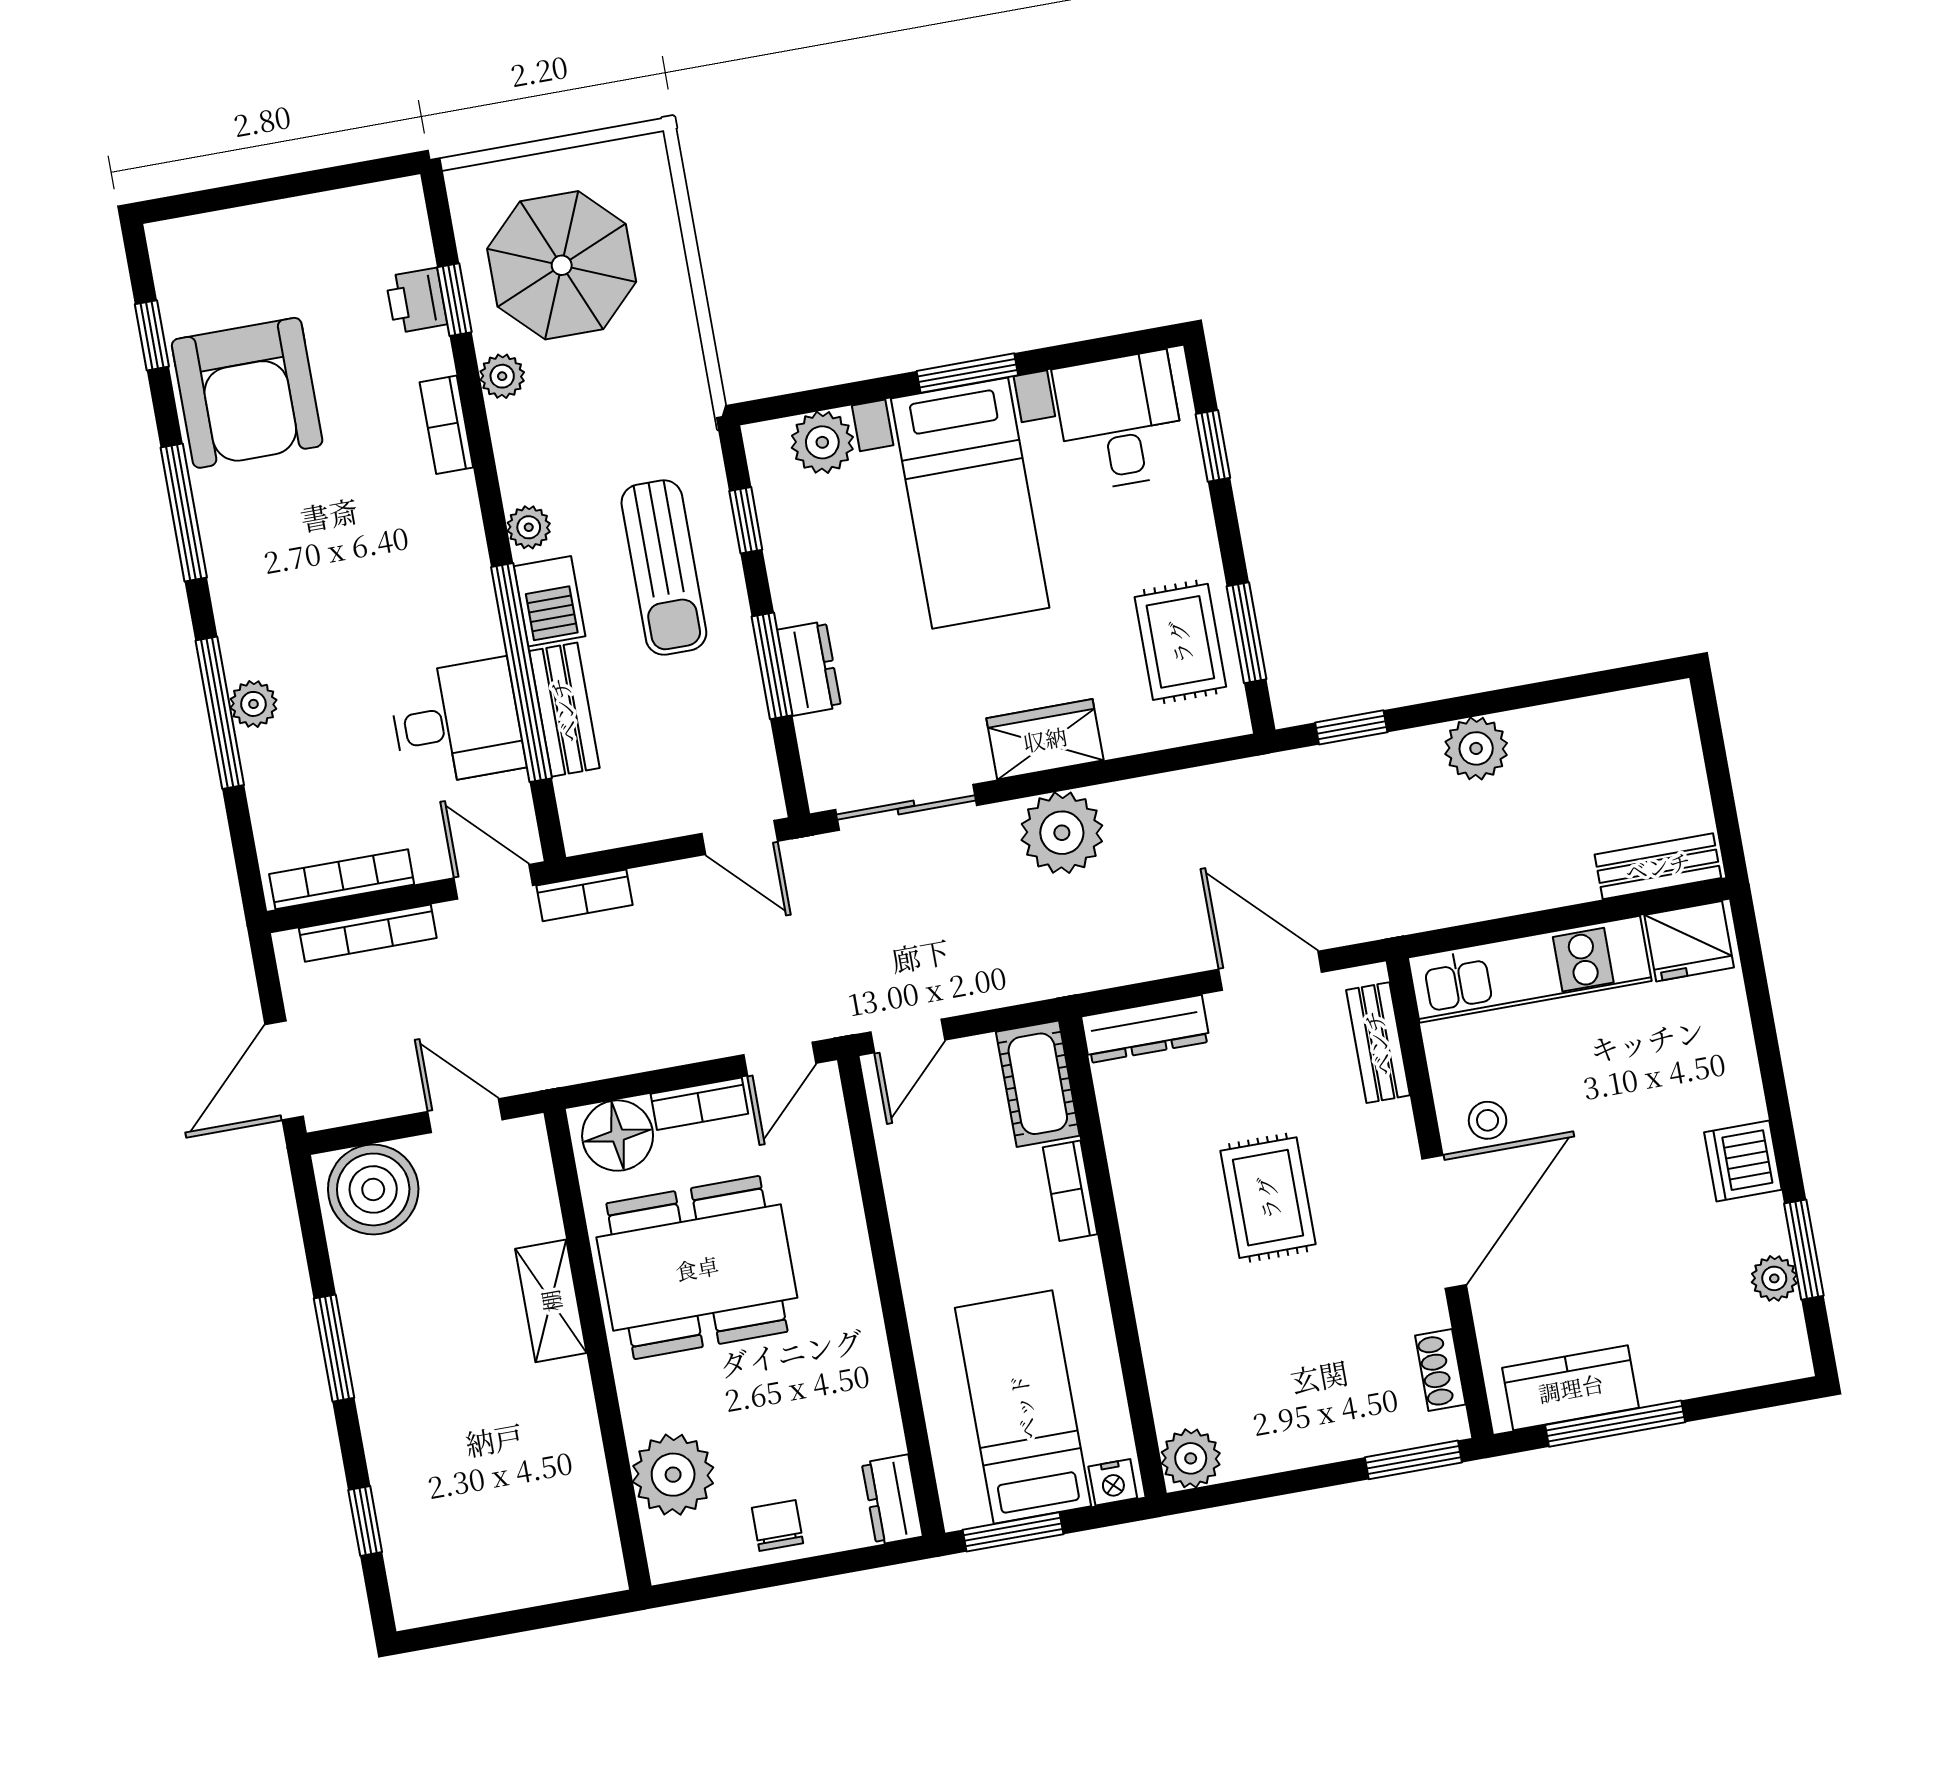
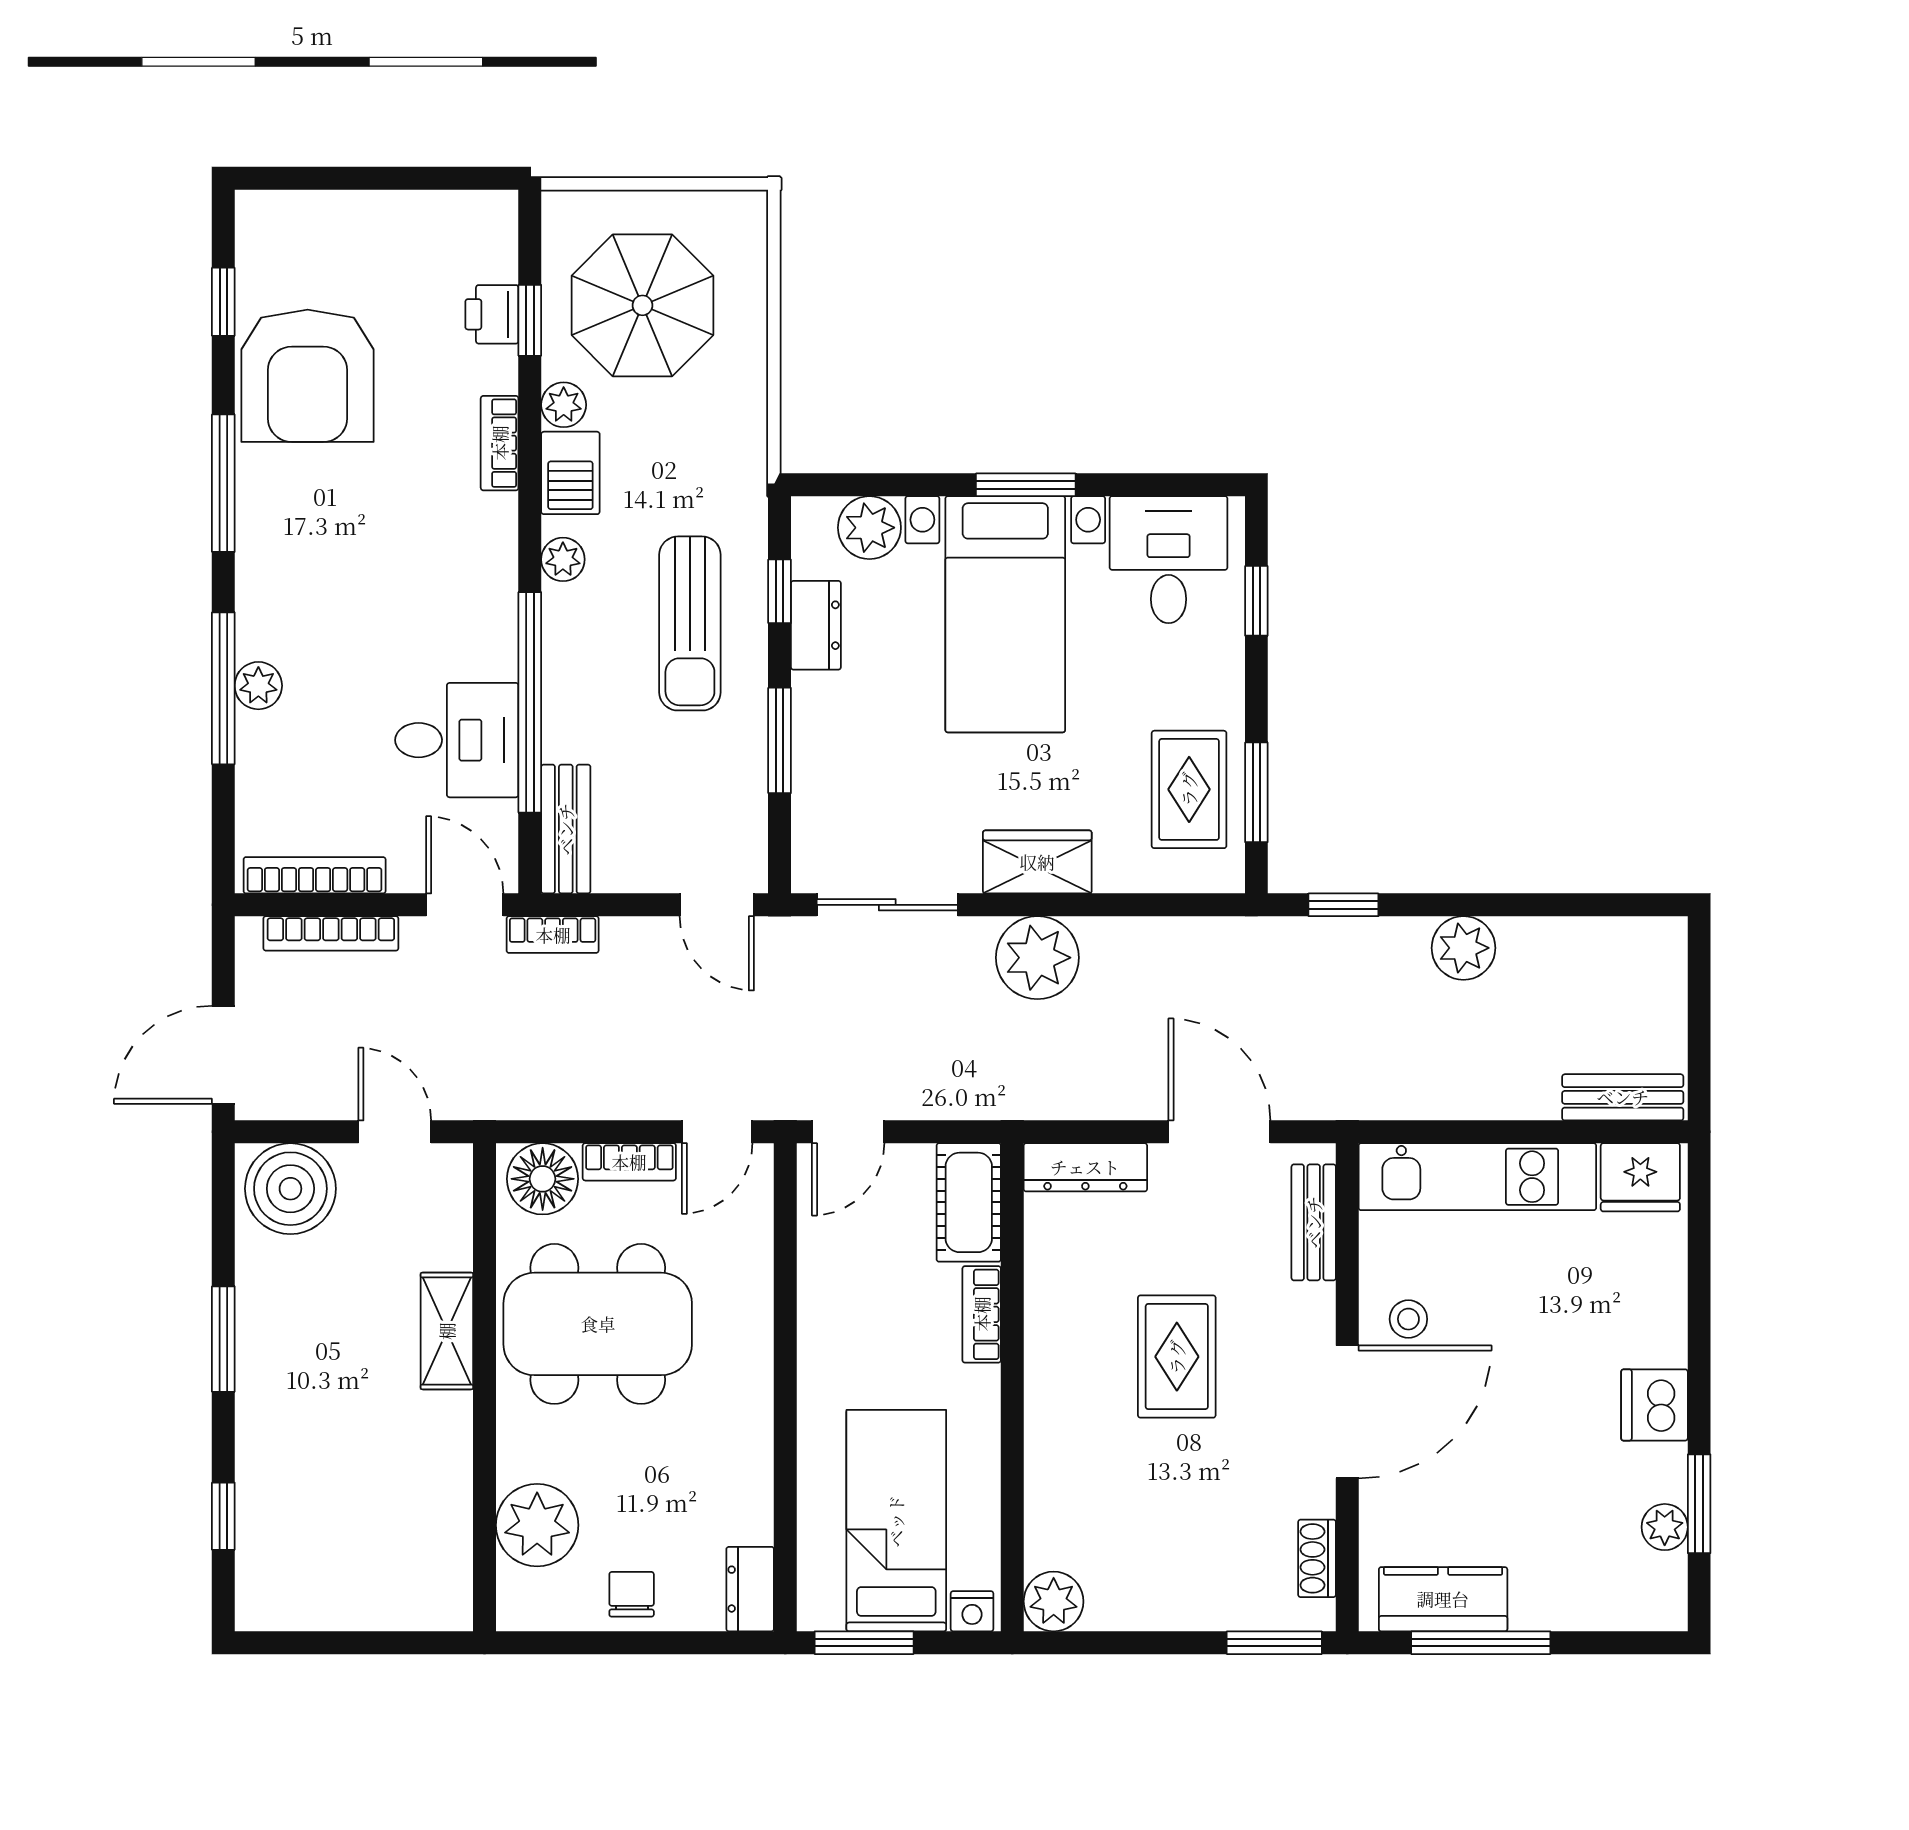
barbecue: (550, 601) -> (570, 473), moved
dresser: (809, 668) -> (816, 625), moved
bench: (564, 710) -> (566, 829), moved

